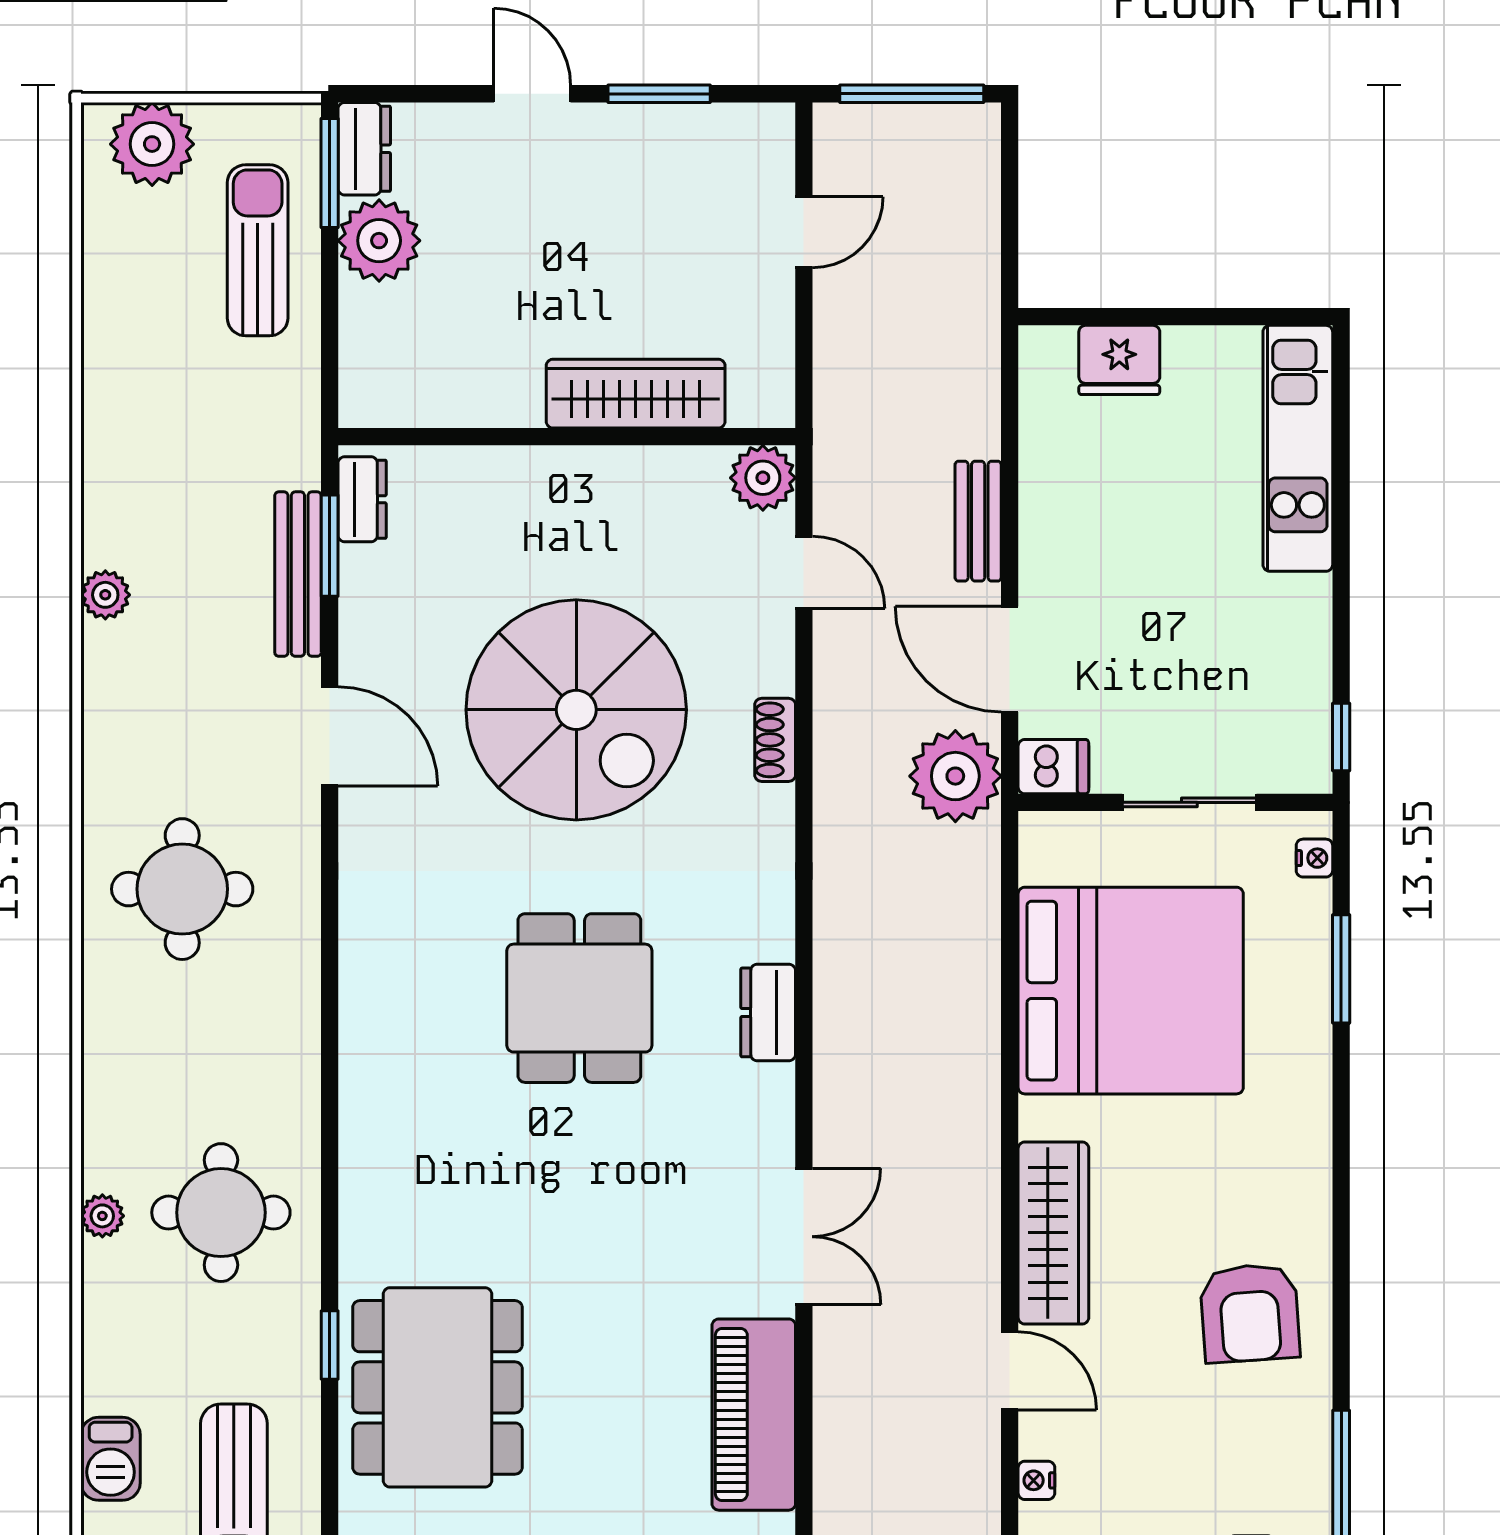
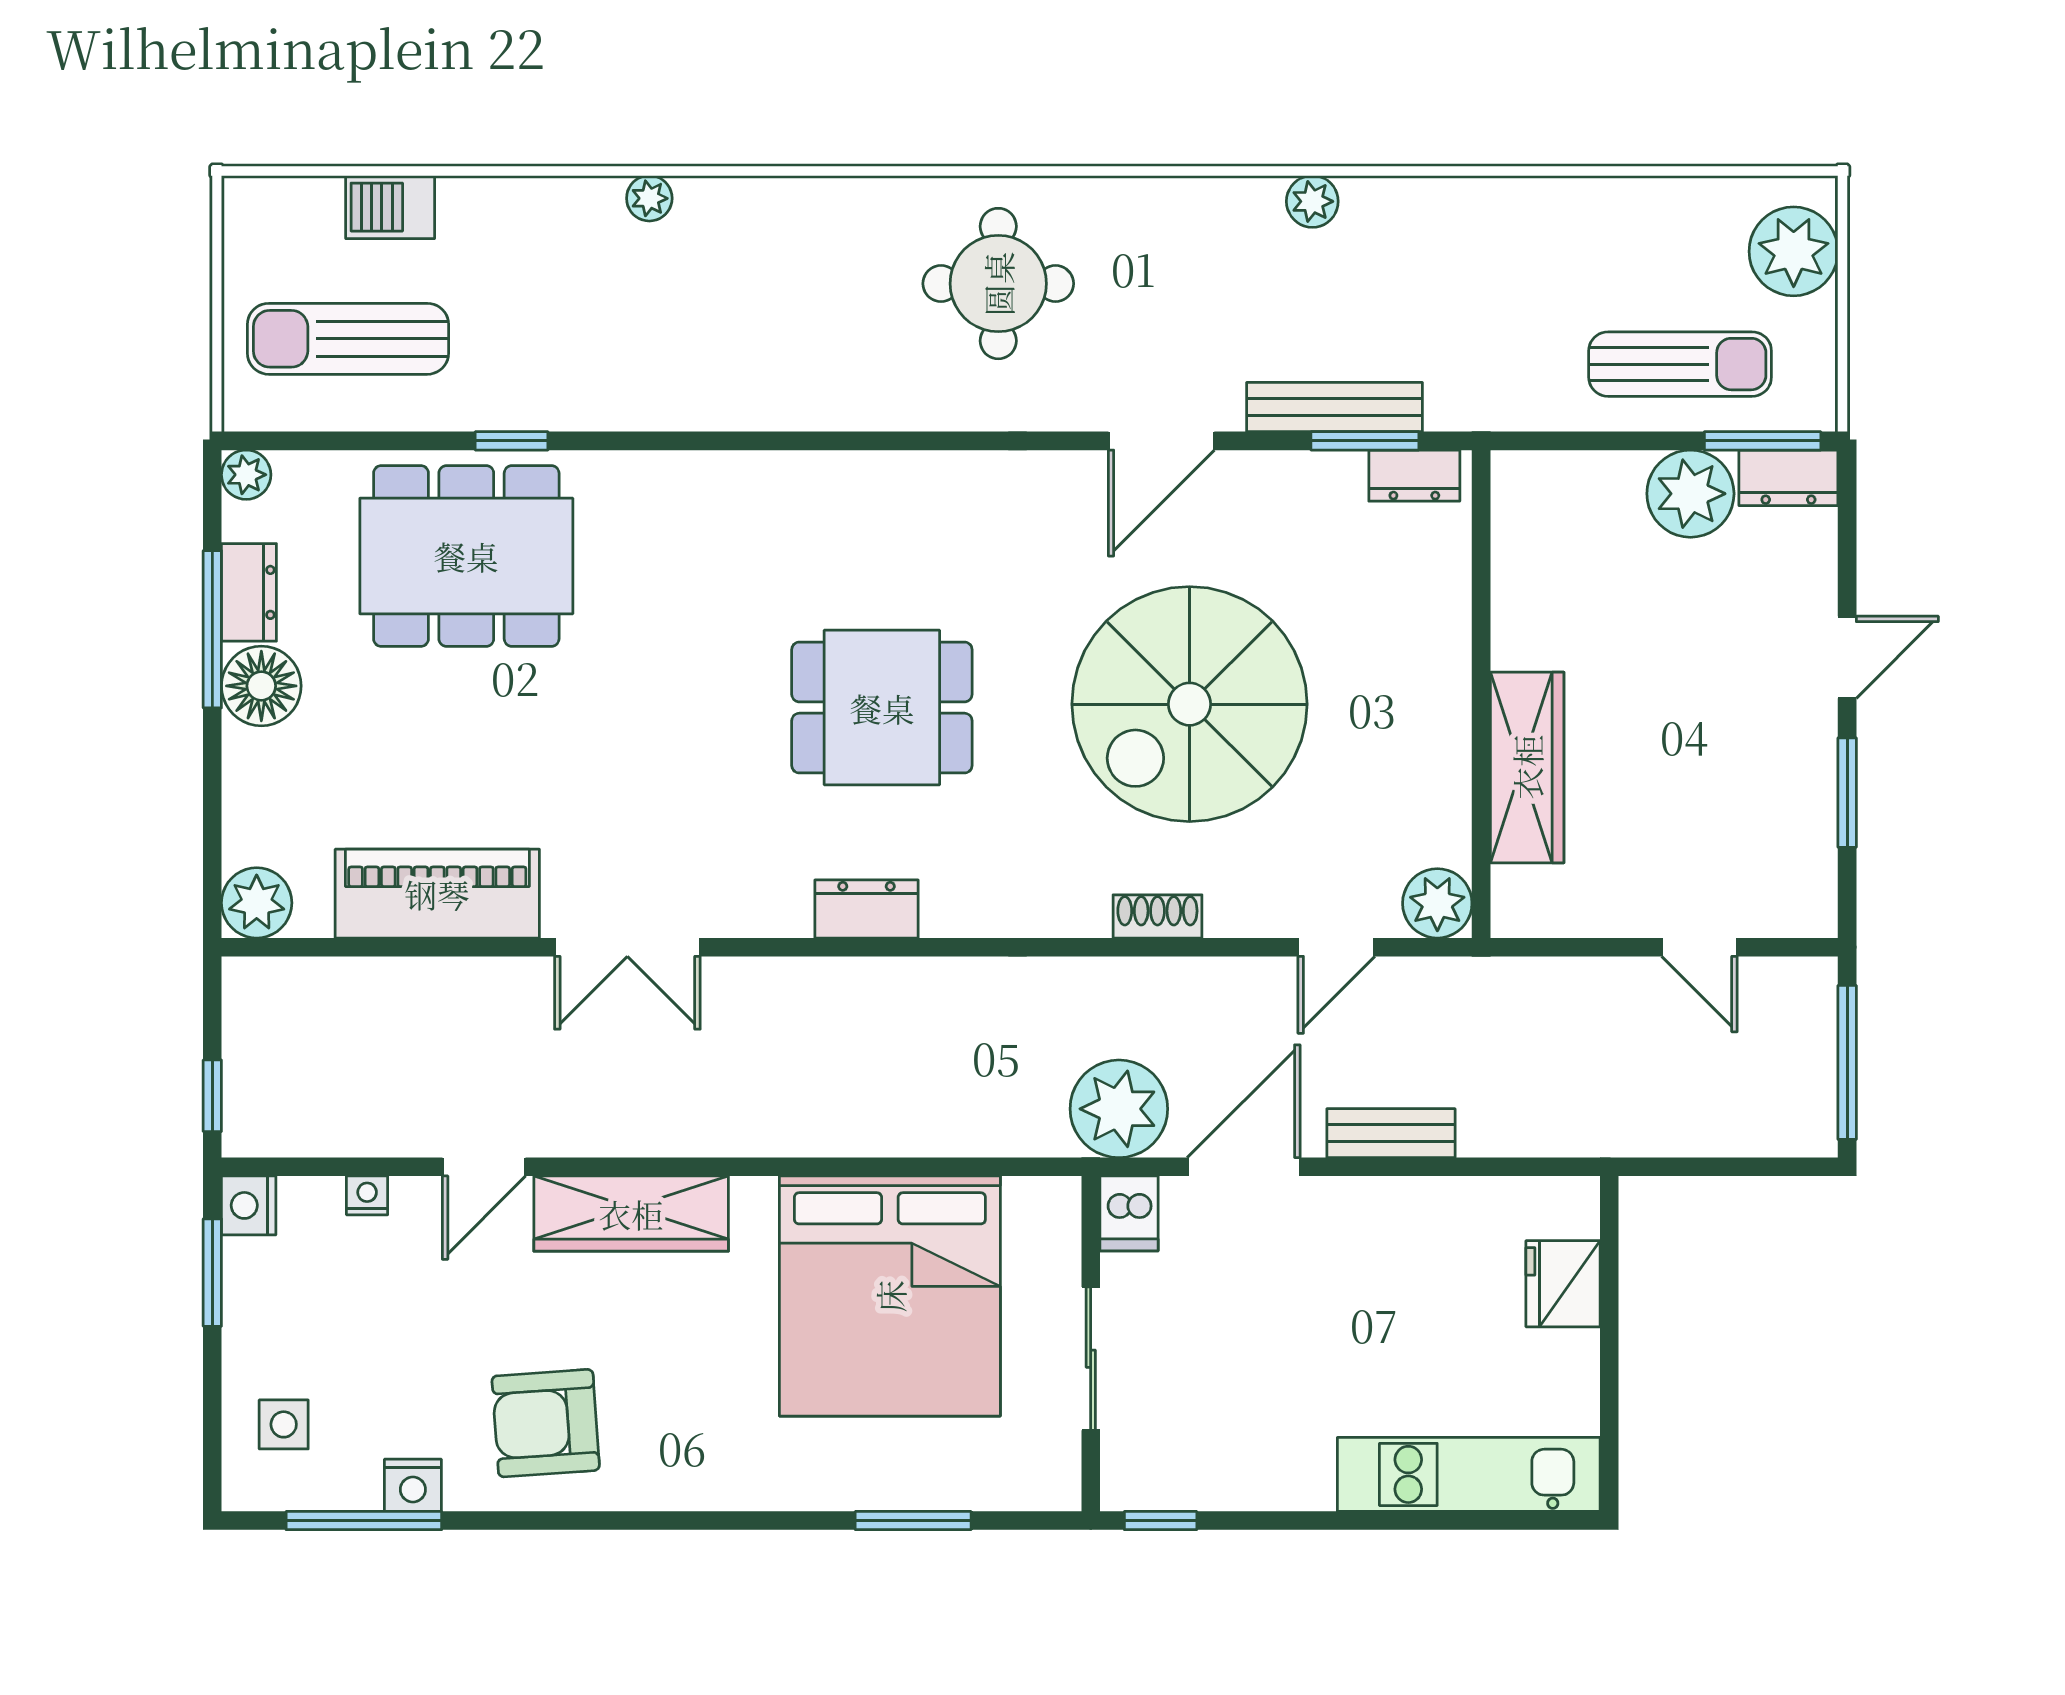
nightstand: (1314, 858) -> (413, 1485), moved, width x1.39, depth x1.35
round table: (221, 1213) -> (653, 325), removed

